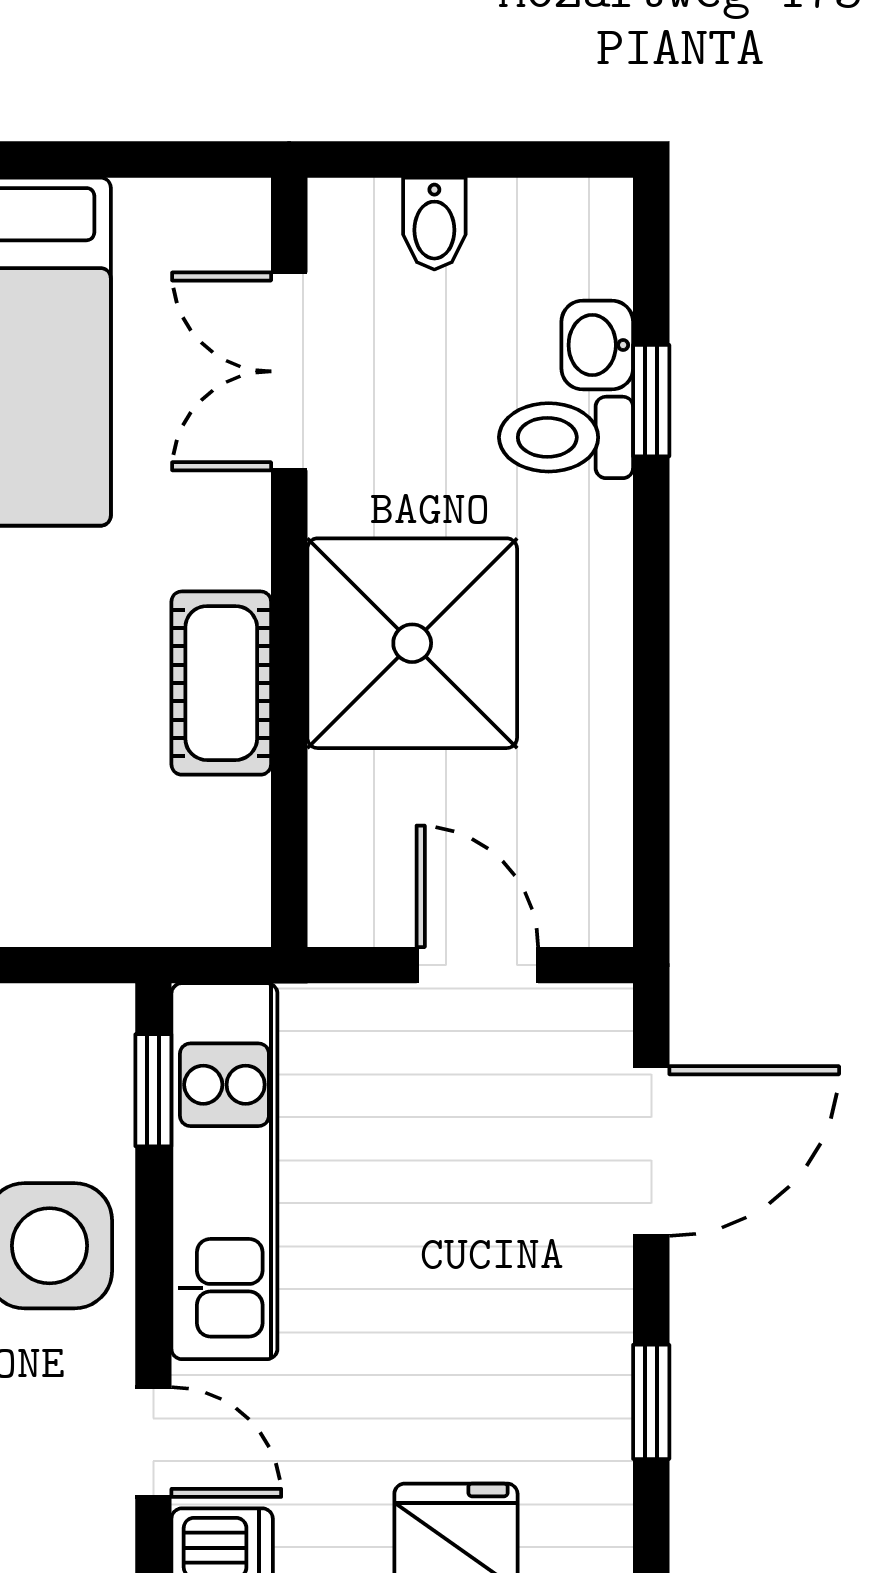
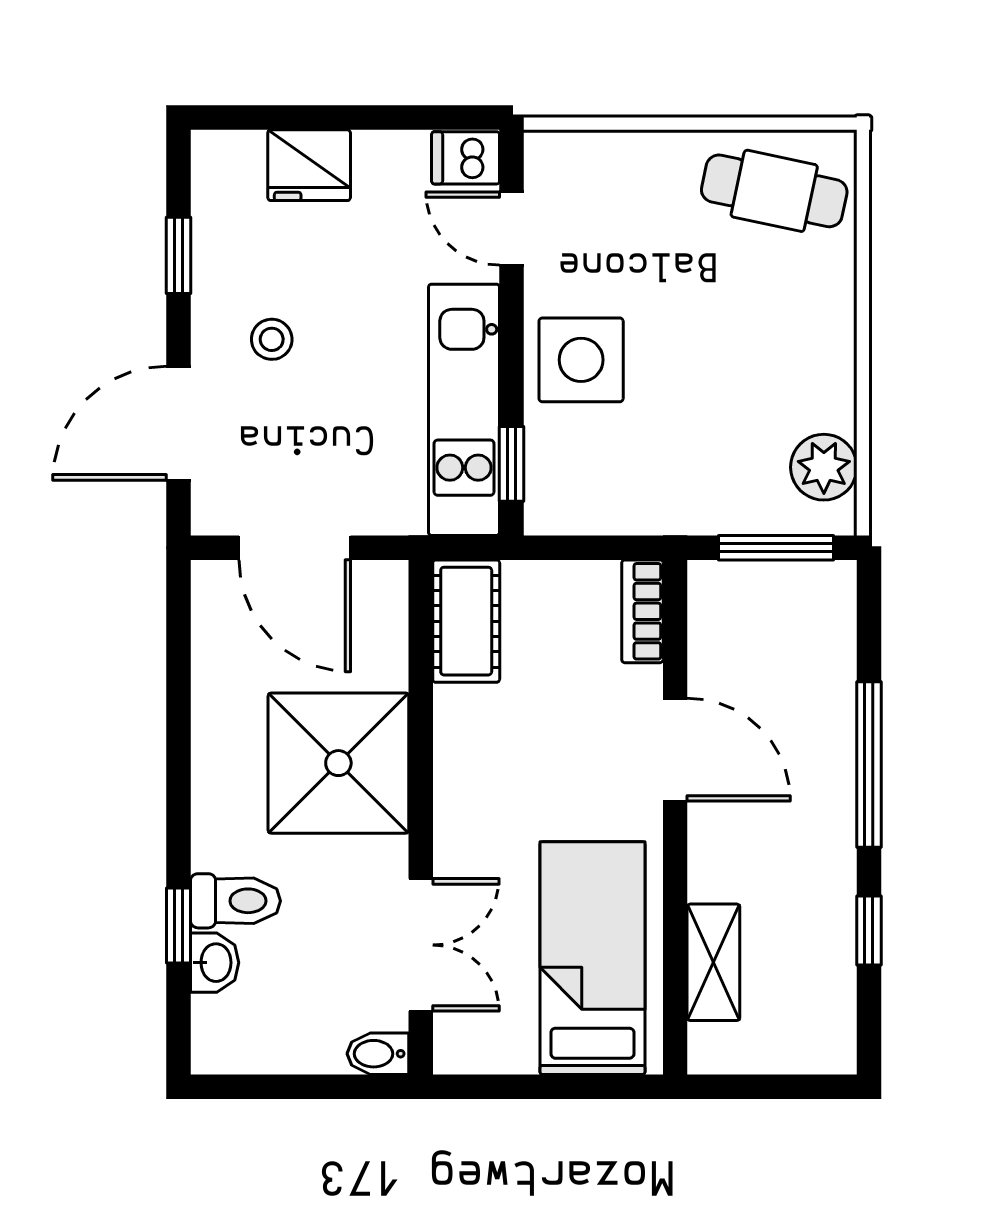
bidet: (434, 224) -> (378, 1054), moved, turned -90
cot: (221, 683) -> (466, 621), moved
door: (477, 965) -> (295, 548), width x1.38
stool: (512, 1276) -> (272, 339), added

